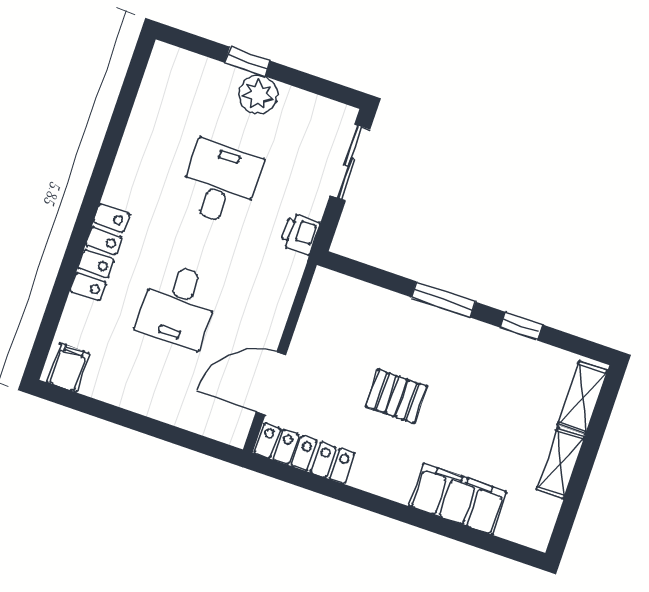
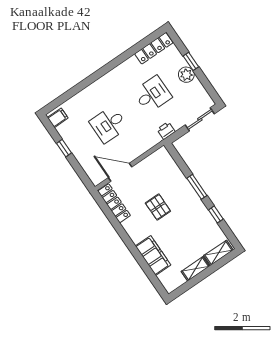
locker: (100, 252) -> (154, 48), moved
window: (125, 418) -> (64, 148), added

